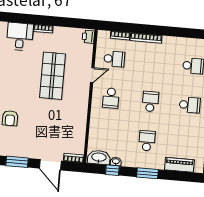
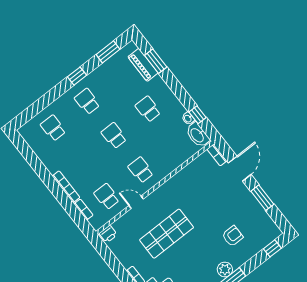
school desk: (111, 98) -> (141, 170), turned -90
school desk: (150, 102) -> (114, 136), turned 90
school desk: (147, 141) -> (148, 109), turned 90
window: (147, 173) -> (156, 61), moved

